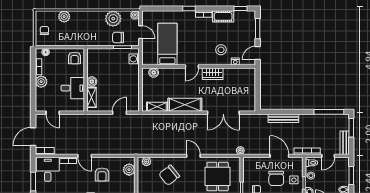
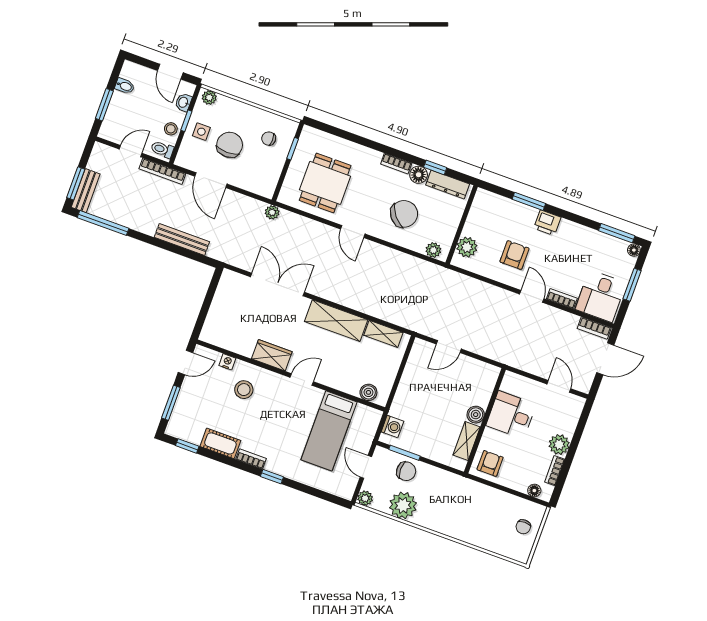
plant: (64, 17) -> (483, 538), removed
shelving: (92, 97) -> (467, 441), moved
bench: (345, 143) -> (86, 191), moved

